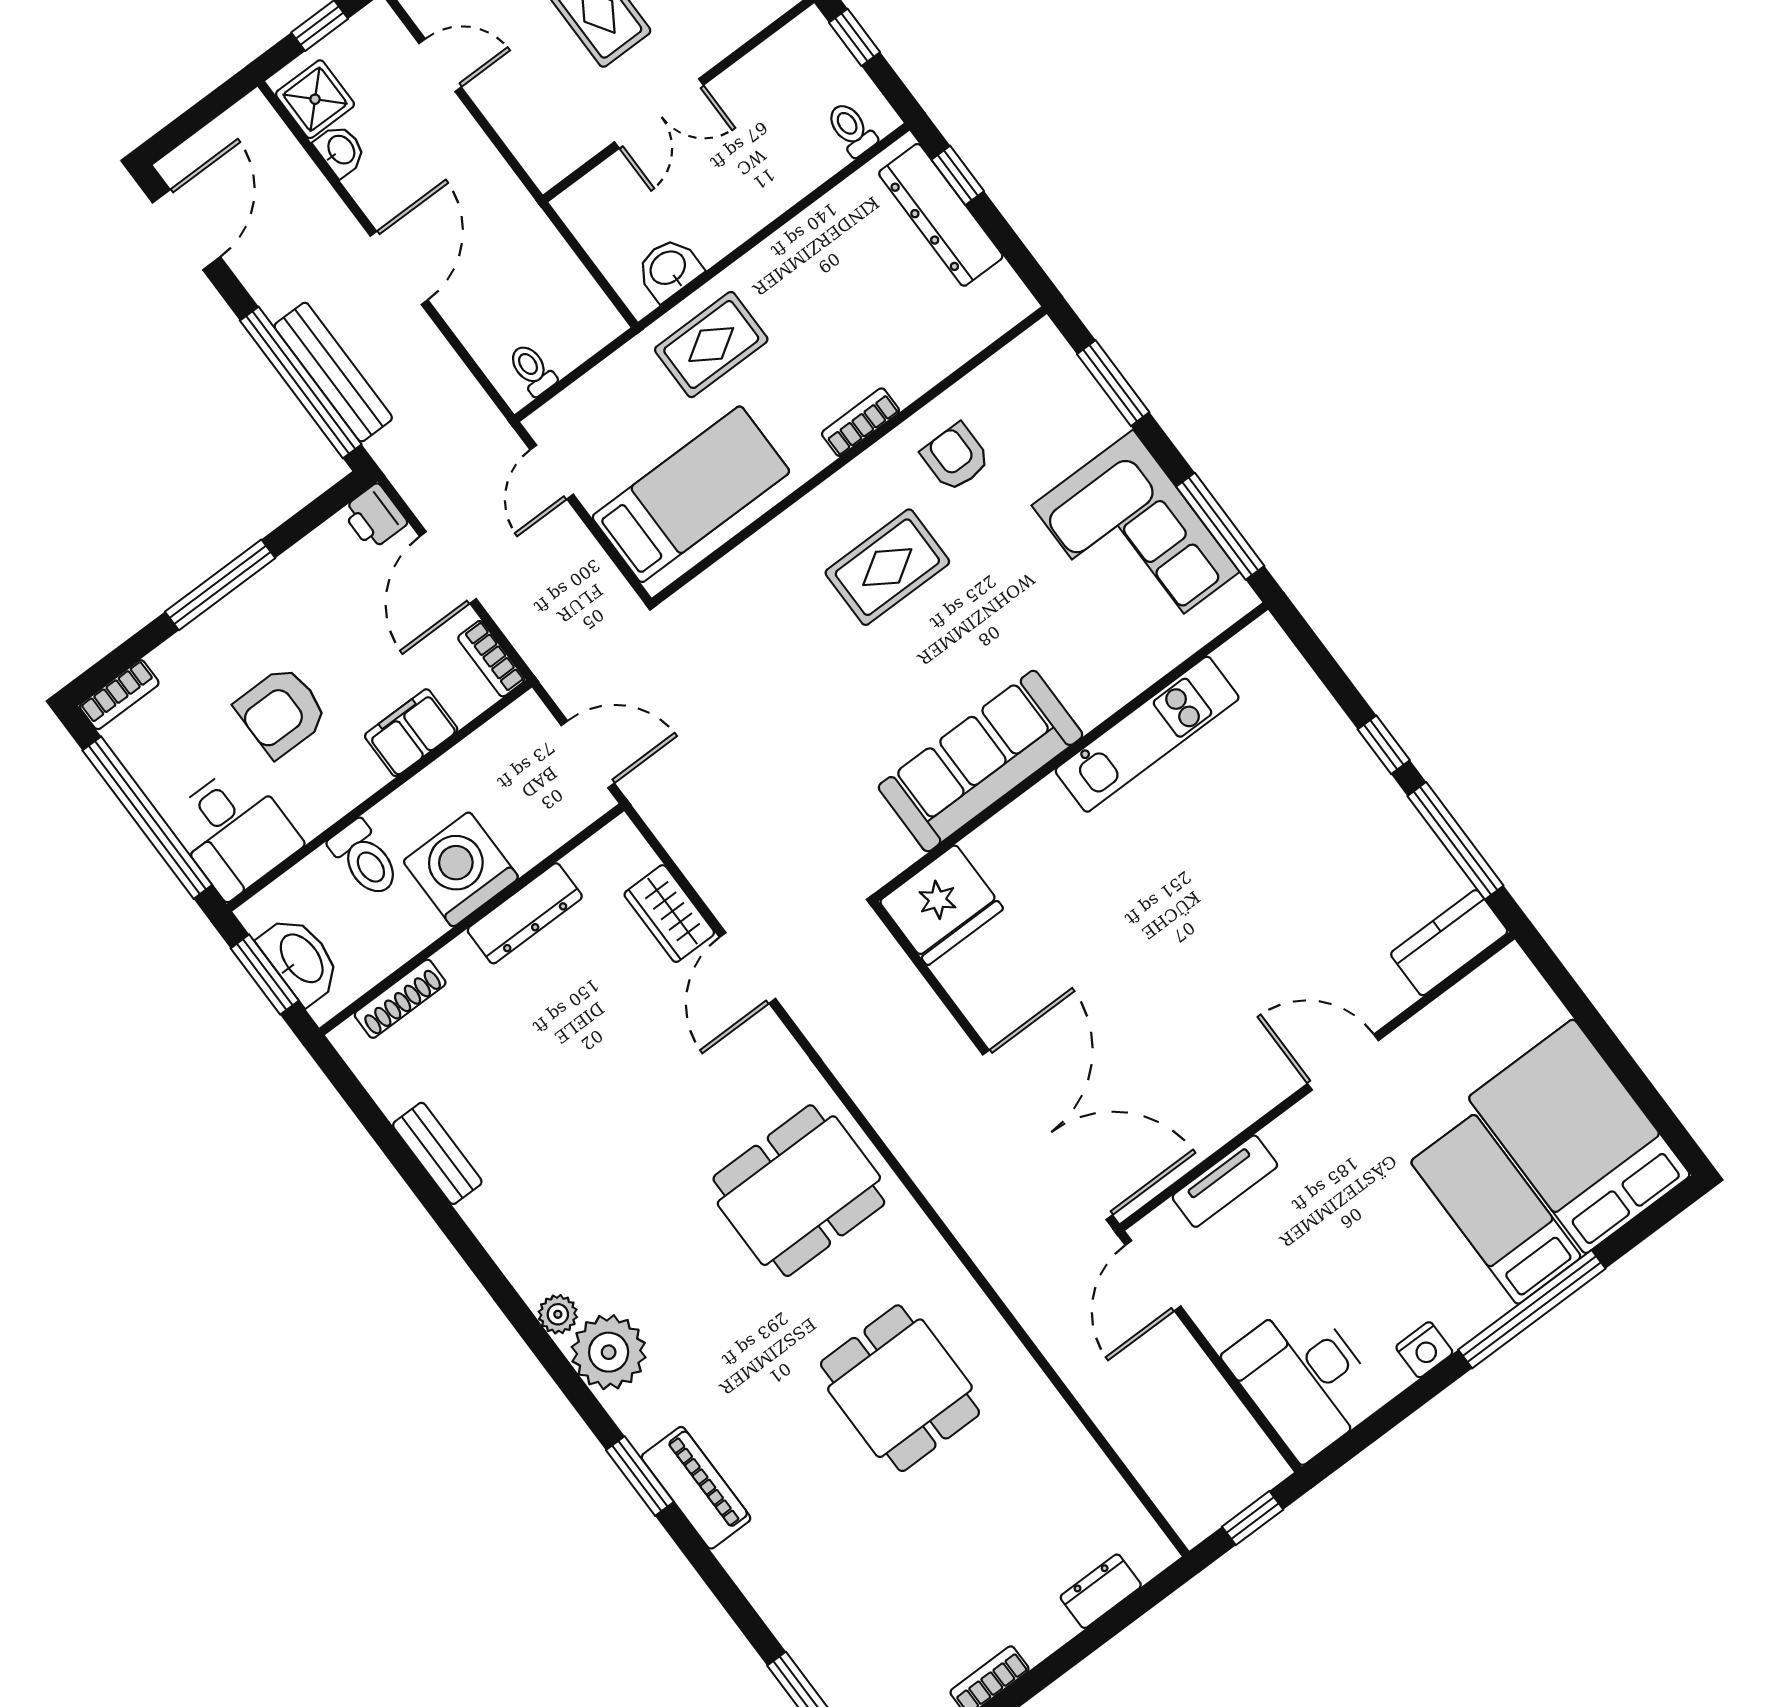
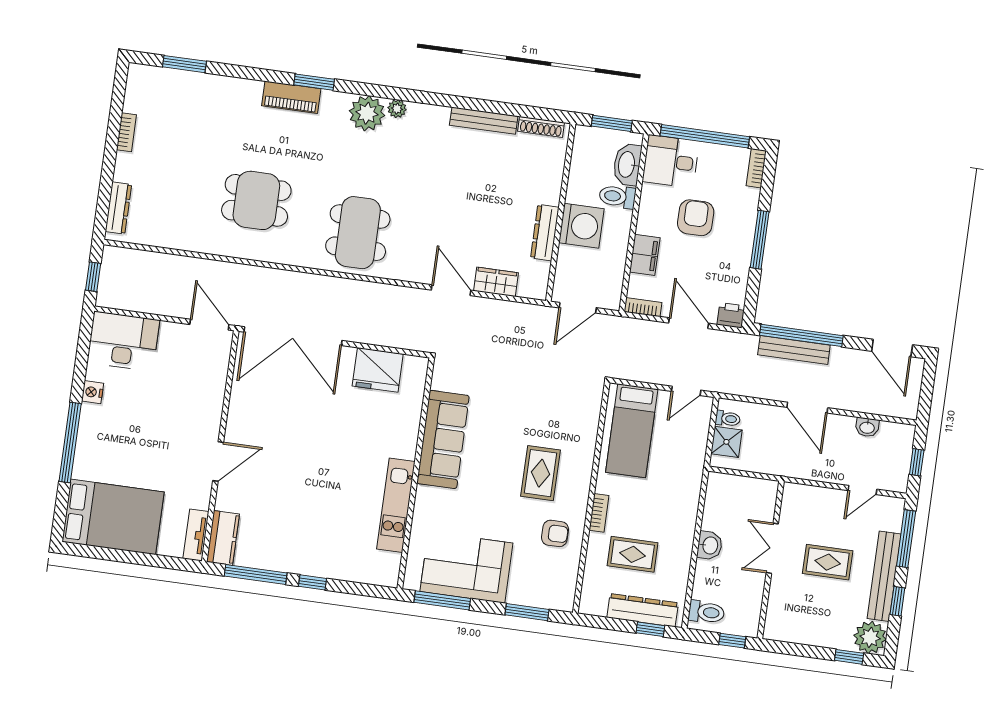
shower: (315, 99) -> (726, 442), moved
toilet: (851, 129) -> (706, 612), width x1.37, depth x1.39
washbasin: (669, 269) -> (710, 545), moved
rug: (711, 345) -> (633, 554), moved, turned 90
door: (552, 472) -> (686, 391), swing flipped
fridge: (941, 905) -> (378, 370), moved, turned -90
washbasin: (300, 959) -> (627, 165), moved, turned 90
shoe rack: (400, 999) -> (541, 127), moved, turned -90
bench: (437, 1153) -> (484, 121), width x1.36
tv unit: (1225, 1181) -> (196, 535), moved
bed: (1496, 1209) -> (116, 464), removed
dresser: (1101, 1591) -> (118, 208), width x1.44

